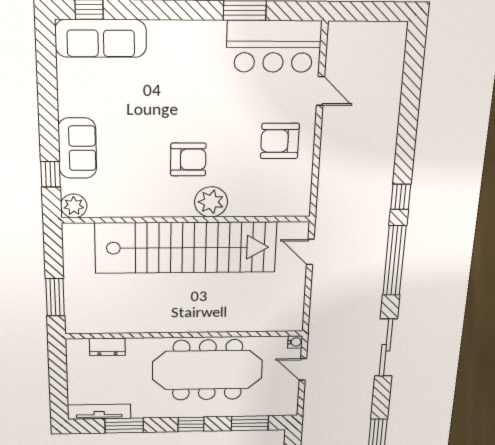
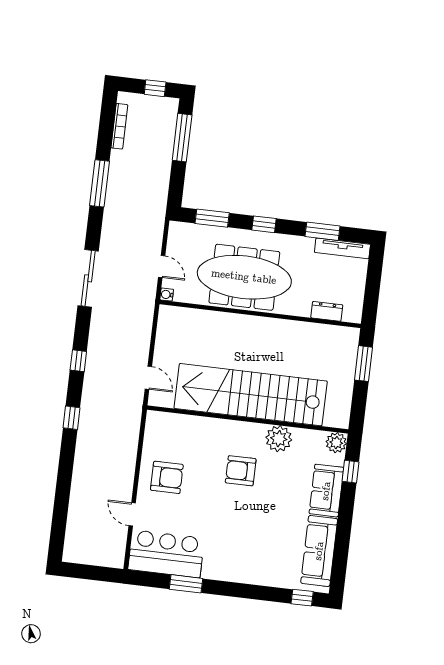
sofa: (101, 38) -> (319, 551), moved, turned -90
plant: (211, 202) -> (279, 439), moved
window: (394, 261) -> (78, 361), width x0.32

